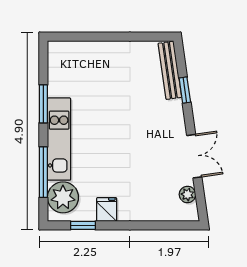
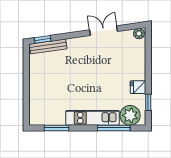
window: (185, 90) -> (43, 39), moved
window: (43, 104) -> (57, 128), moved
plant: (187, 195) -> (139, 34), moved

